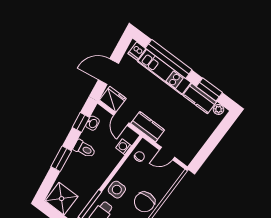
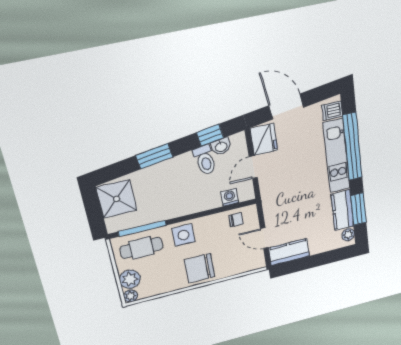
kitchen counter: (148, 127) -> (289, 252), moved, turned -90
toilet: (84, 149) -> (205, 160), moved

